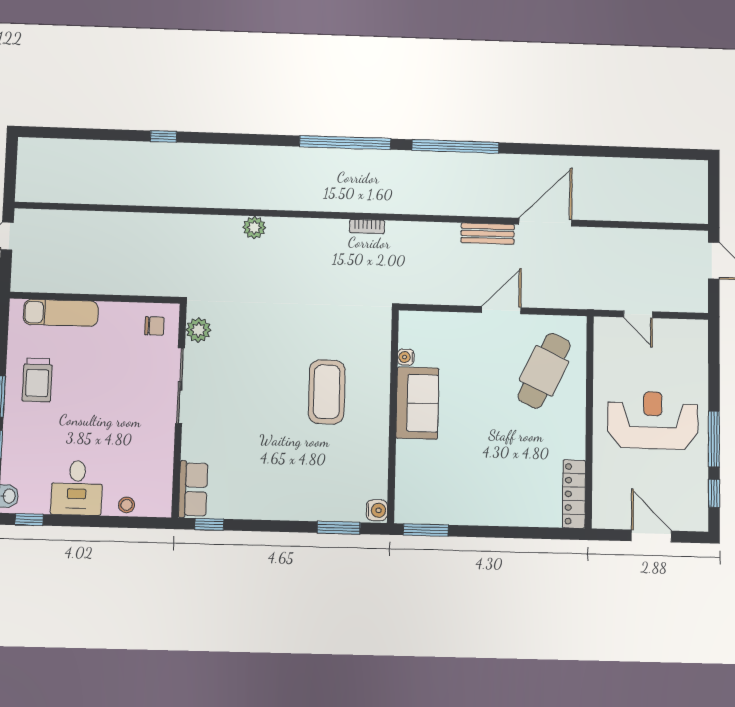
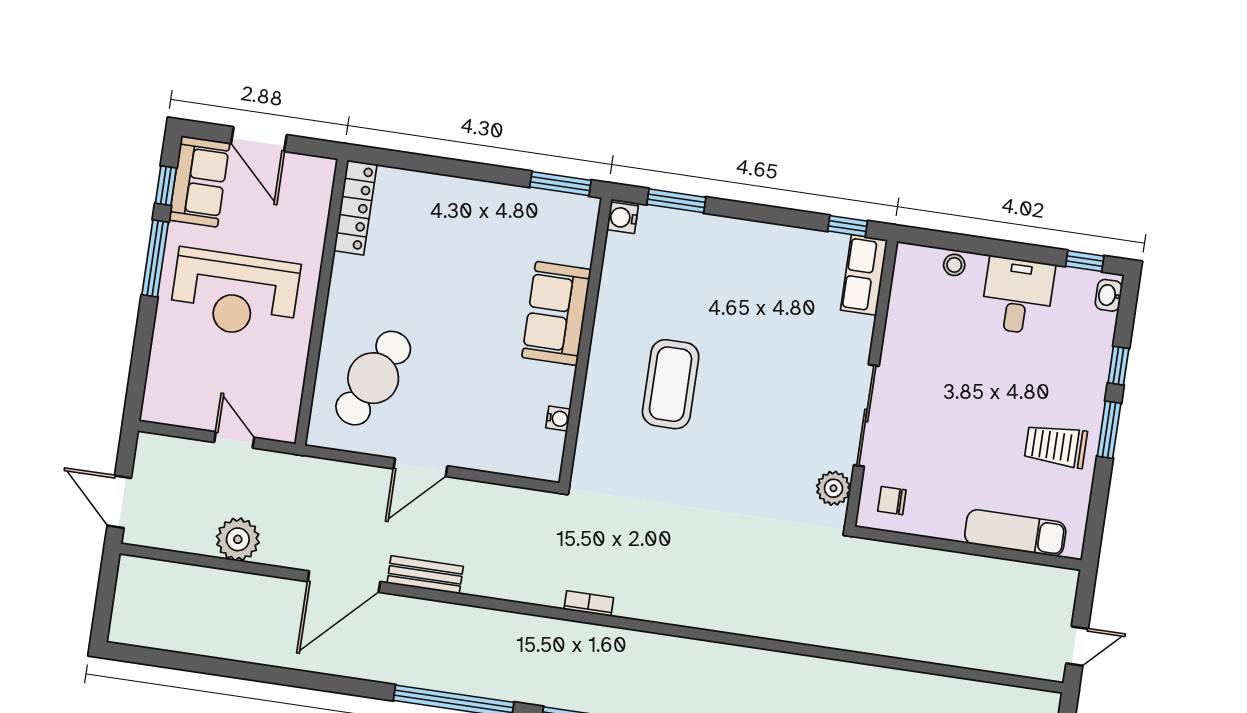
plant: (254, 228) -> (238, 539), moved, width x1.36, depth x1.36
trolley: (37, 380) -> (1056, 446), turned -90
sofa: (417, 403) -> (556, 313), moved
sofa: (690, 499) -> (199, 181), added

